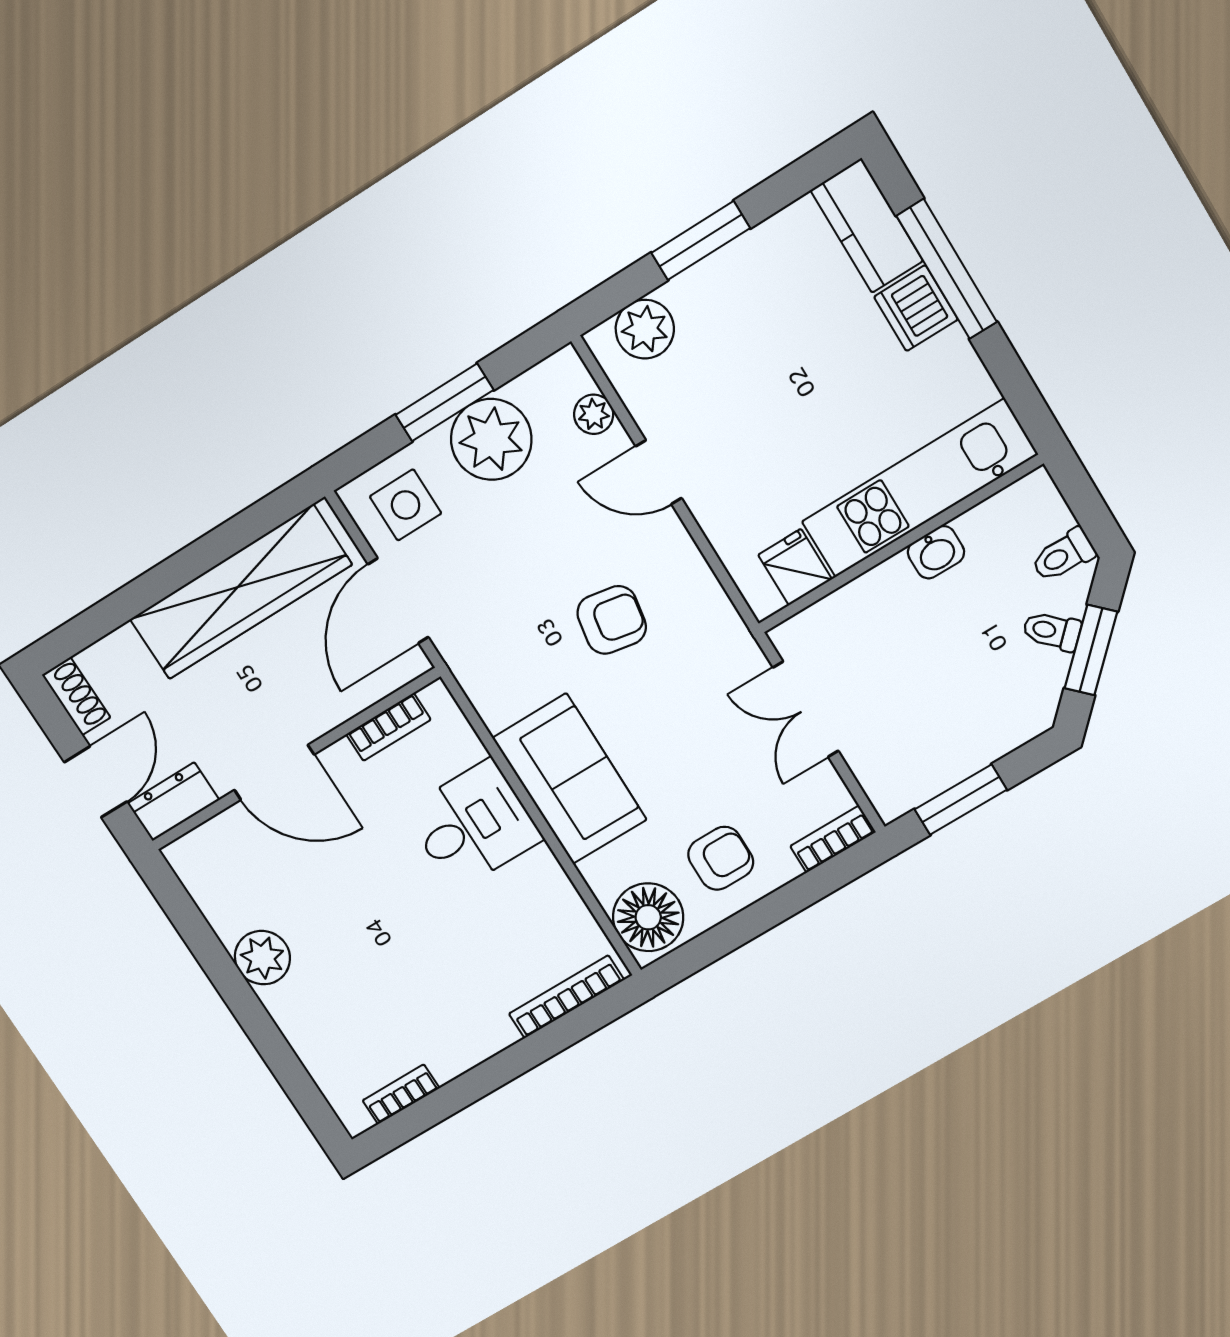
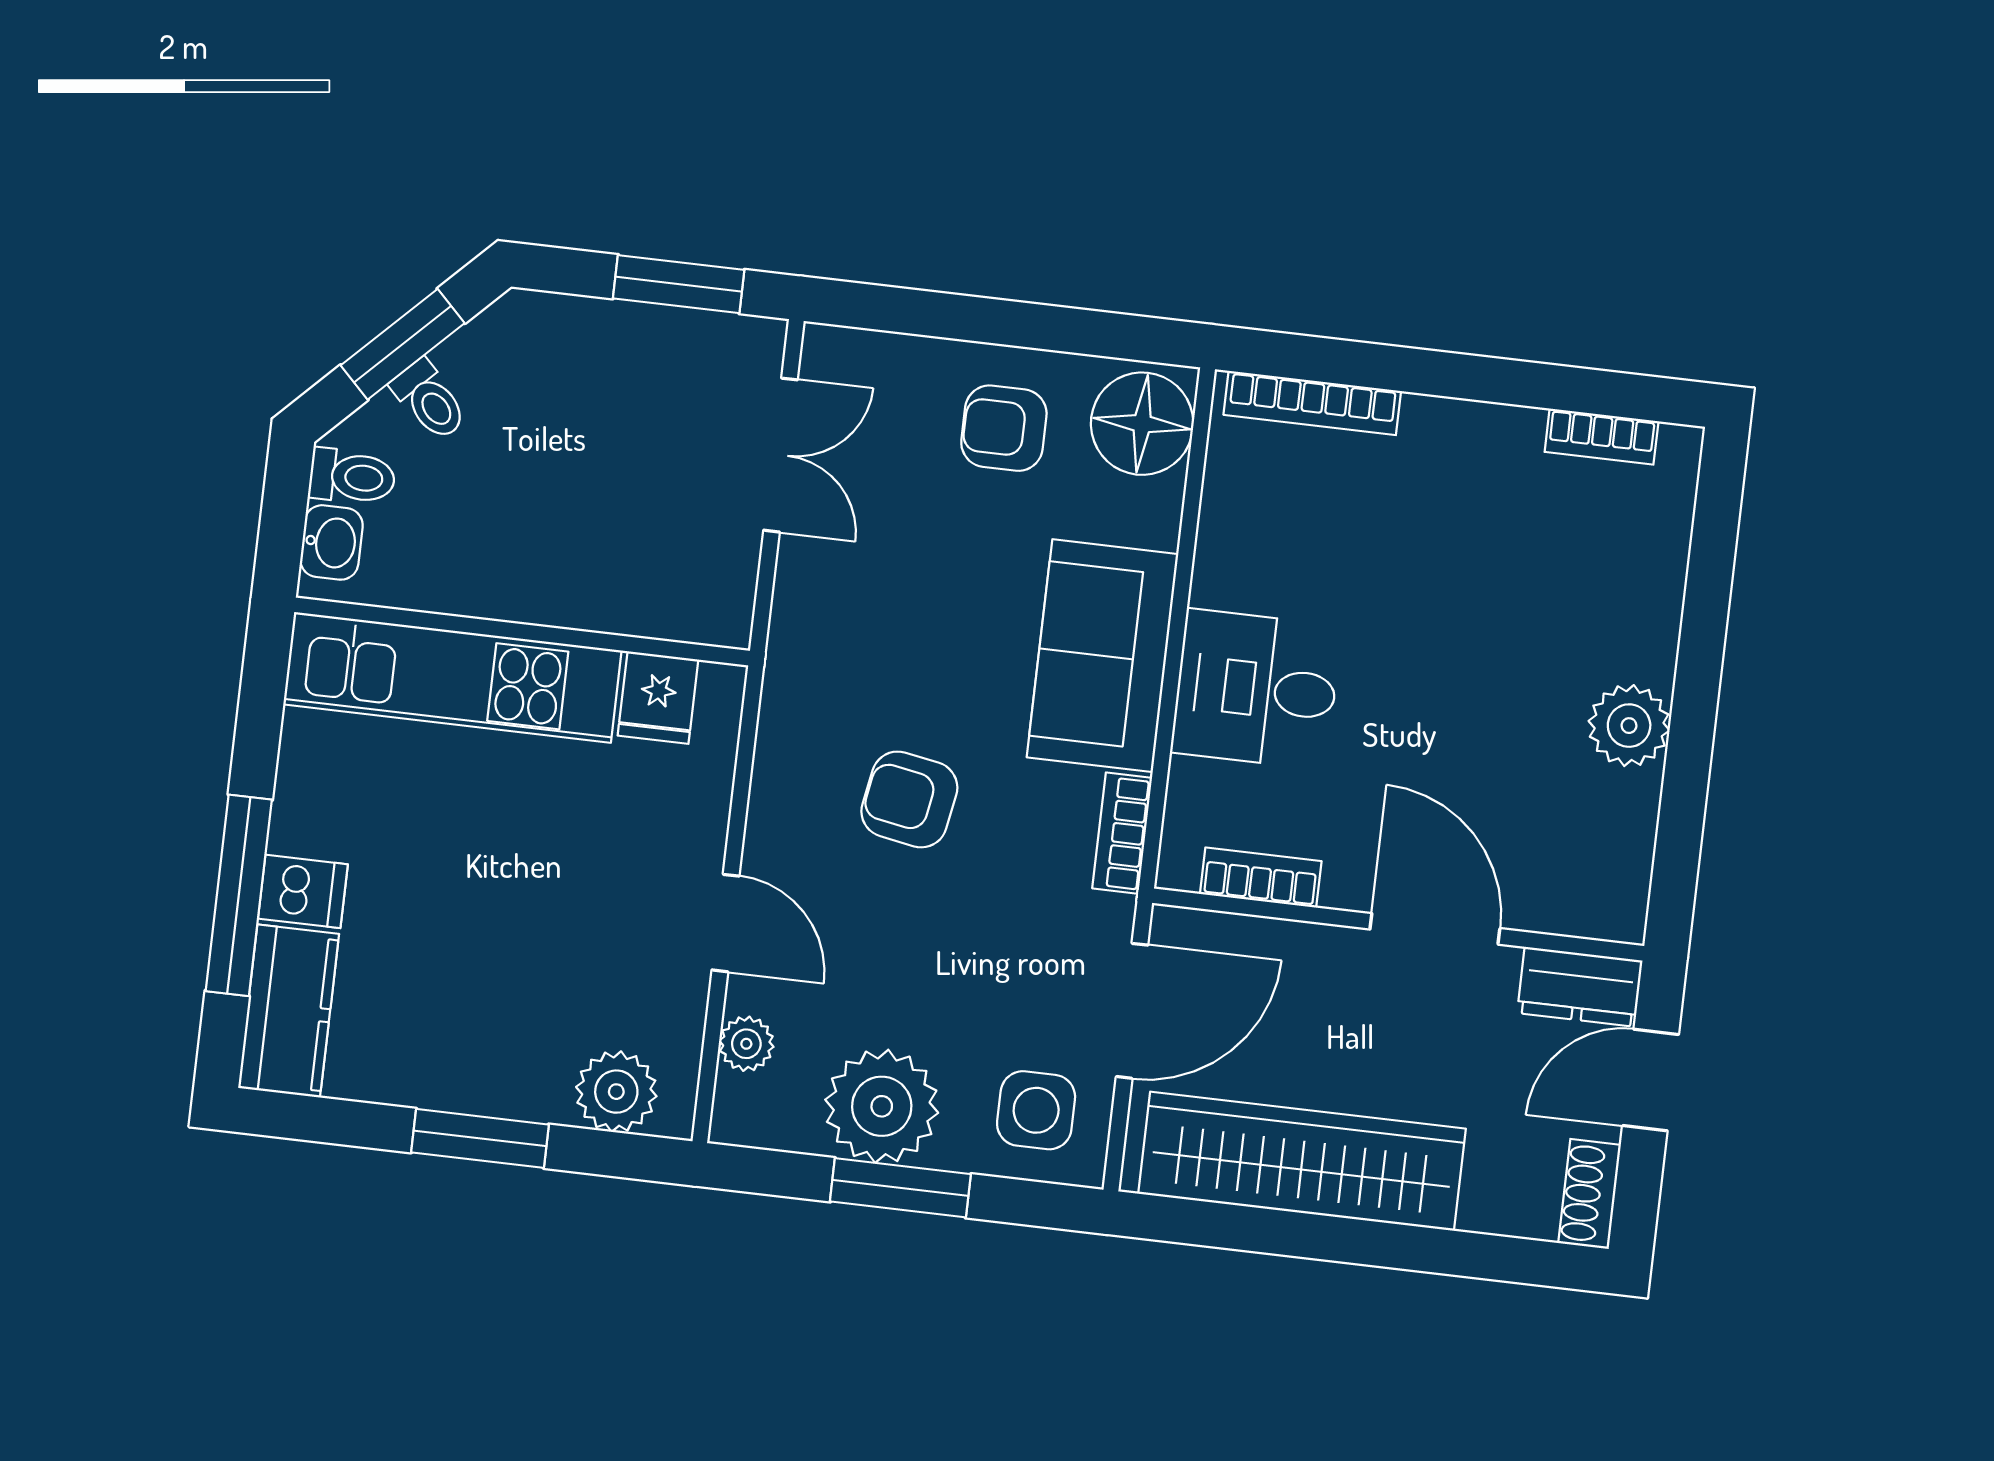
dishwasher: (916, 308) -> (303, 891), width x0.73
washbasin: (936, 552) -> (331, 542), moved, turned 90
double door: (806, 709) -> (780, 455), moved
bookcase: (833, 839) -> (1122, 833), moved, turned 90

